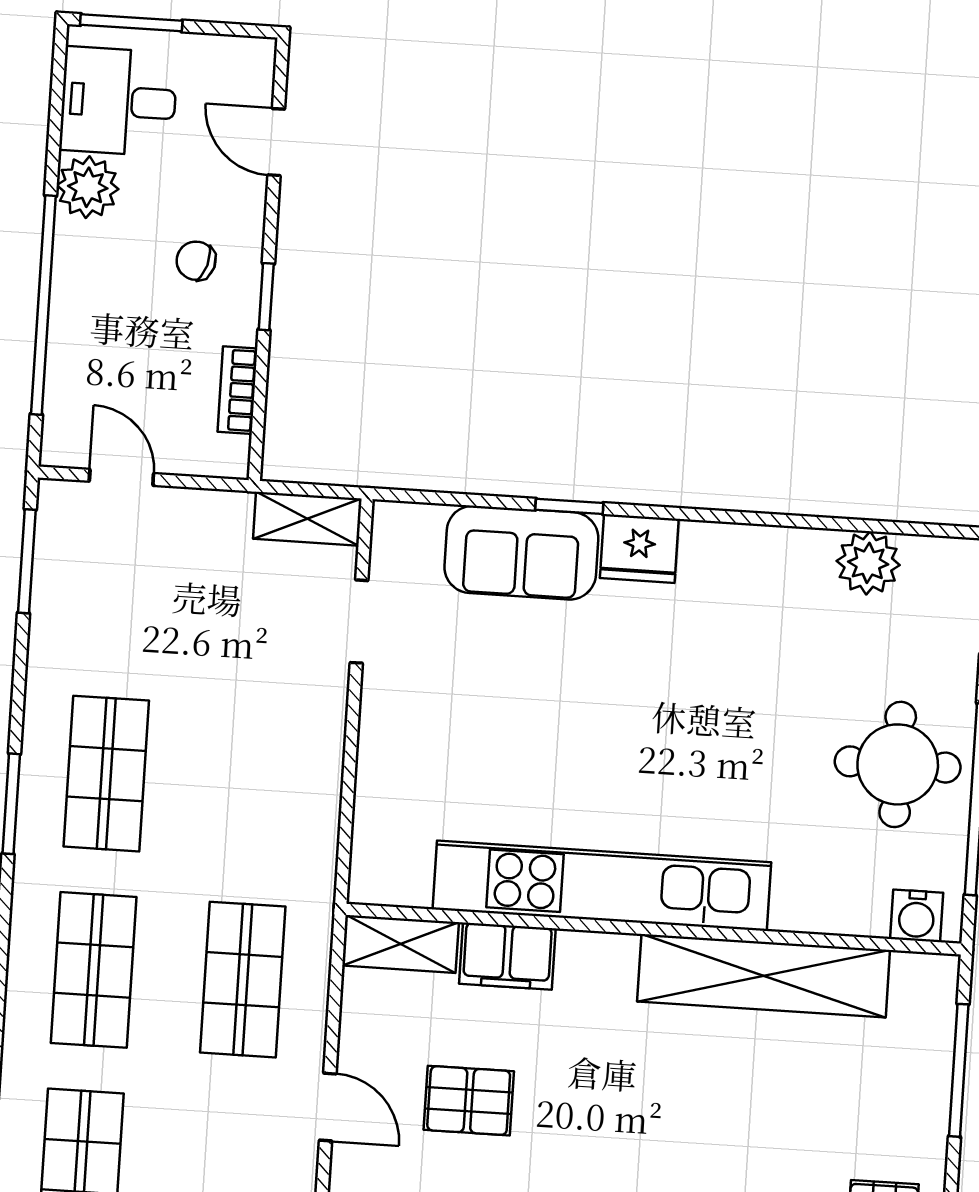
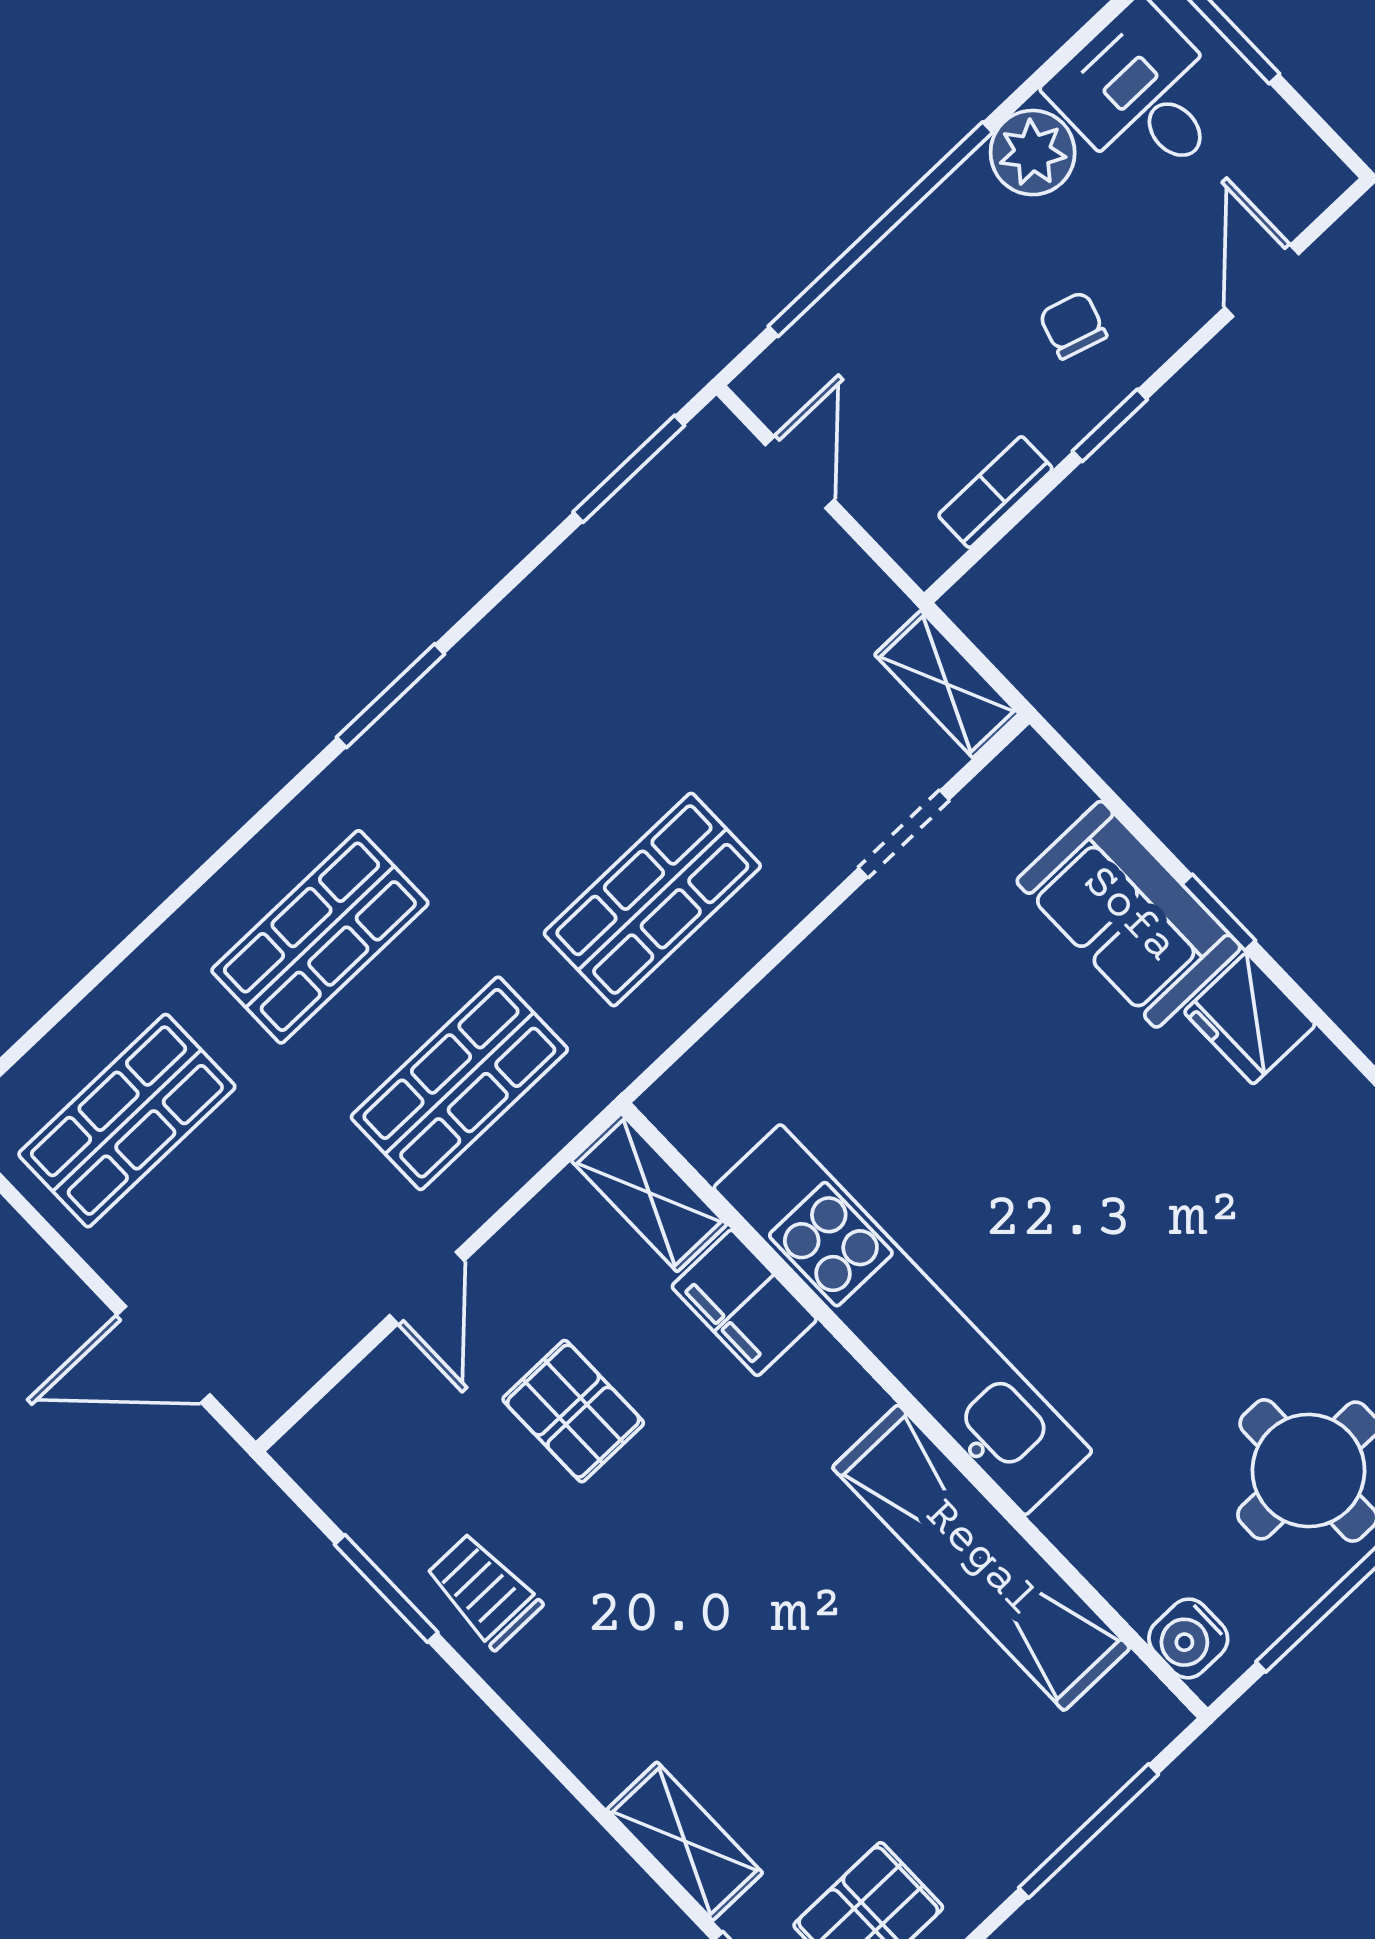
shop shelf: (106, 774) -> (652, 900), moved

